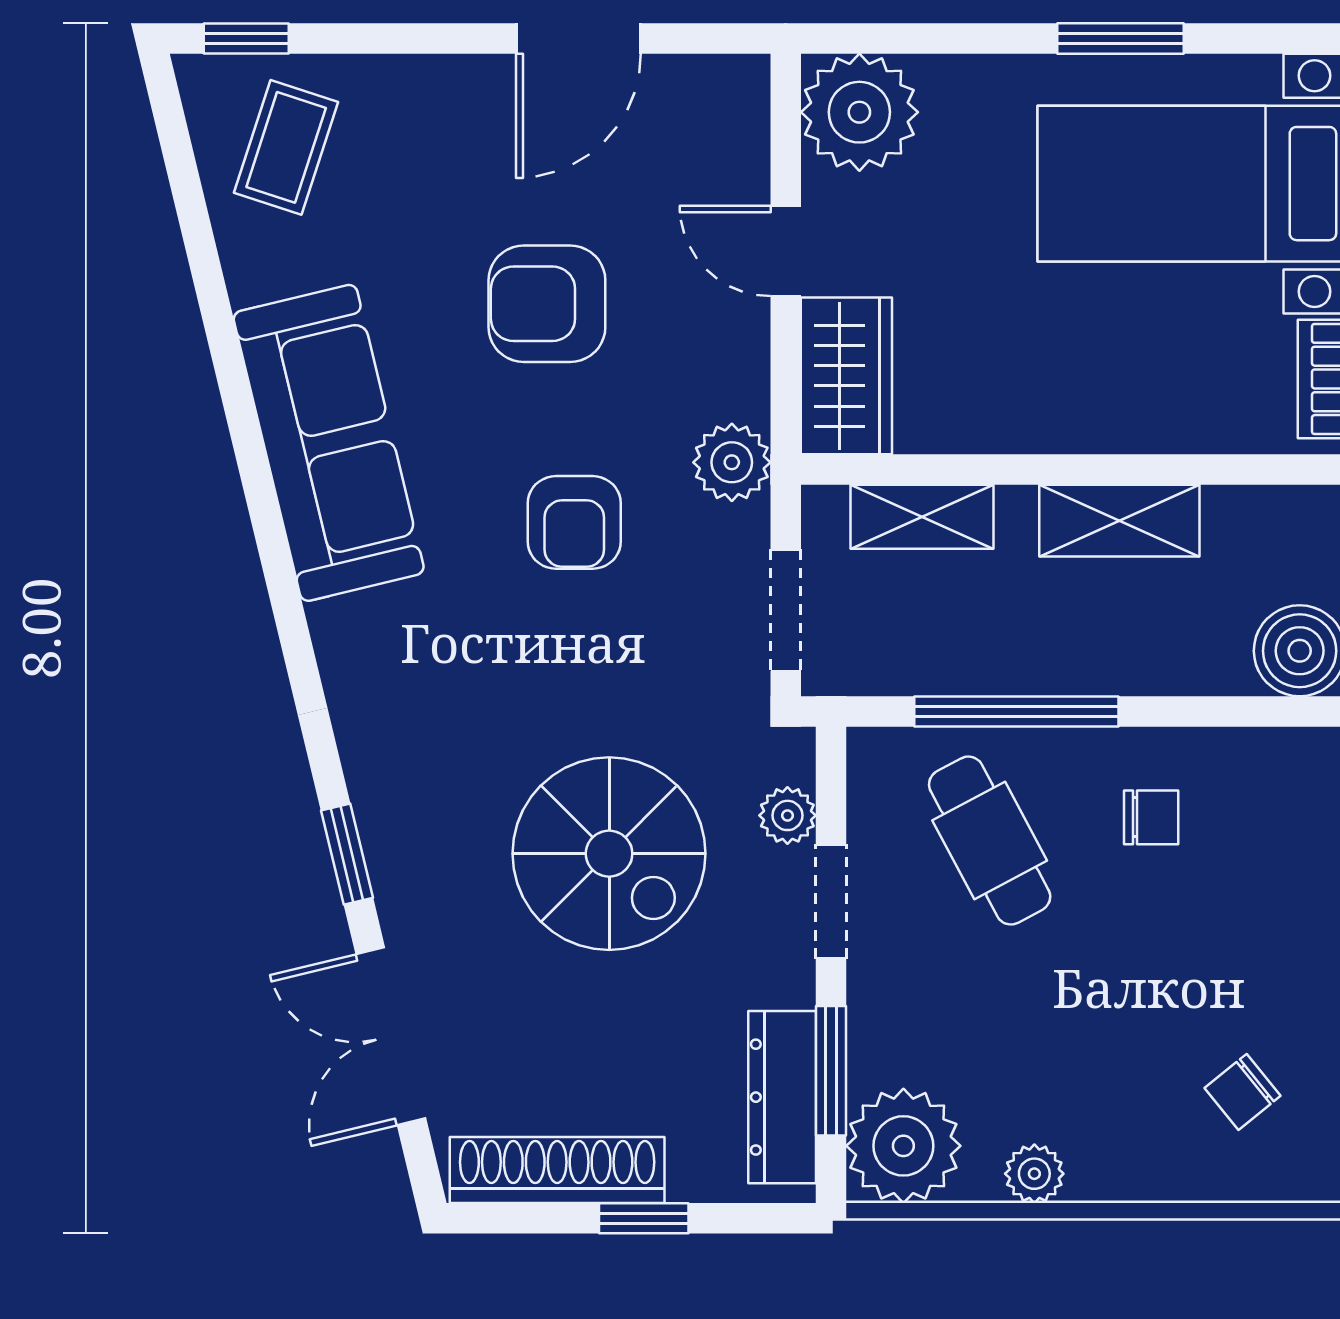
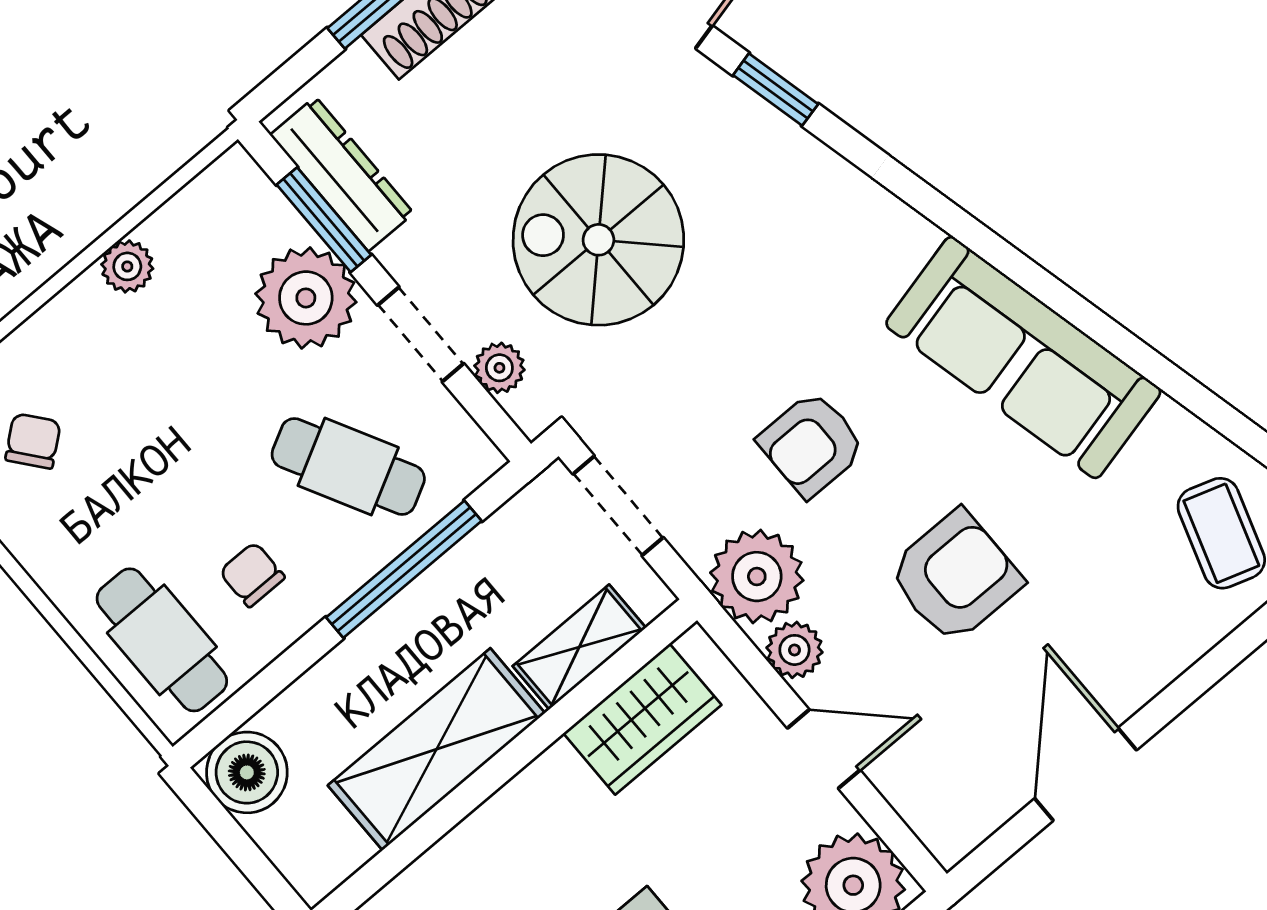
plant: (739, 358) -> (794, 650), added
wardrobe: (846, 376) -> (642, 719), moved, turned -90
plant: (732, 462) -> (757, 577), width x1.36, depth x1.36
shelving: (1119, 521) -> (436, 749), width x1.50, depth x1.33
armchair: (574, 522) -> (812, 444), turned -90
chair: (1151, 817) -> (252, 575), turned 90
cafe table: (1276, 827) -> (162, 640), added
plant: (903, 1146) -> (306, 298), moved

